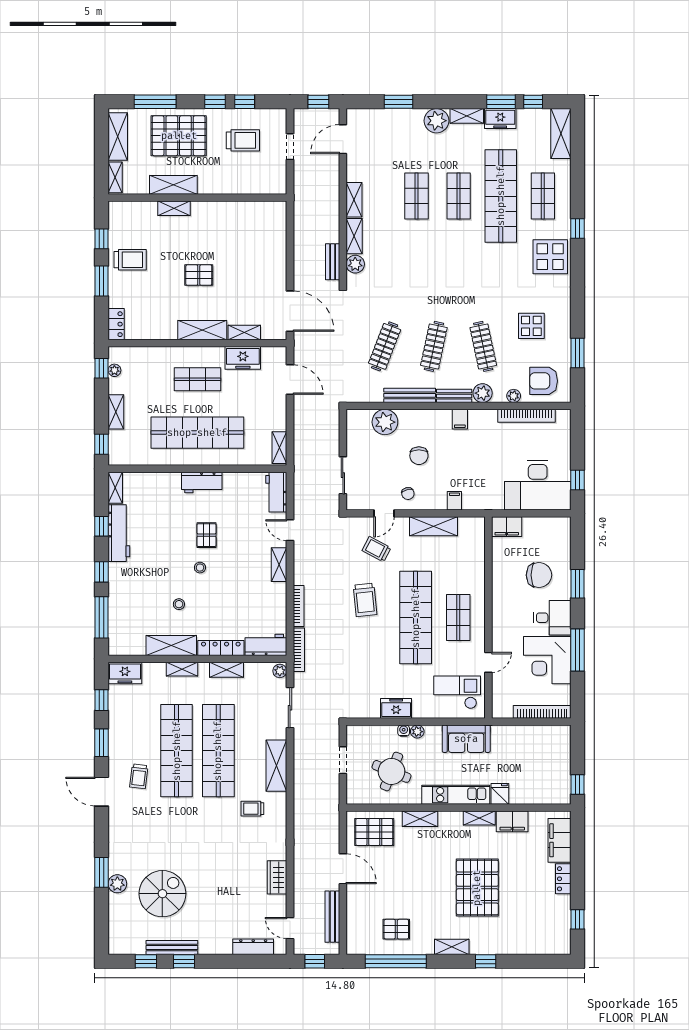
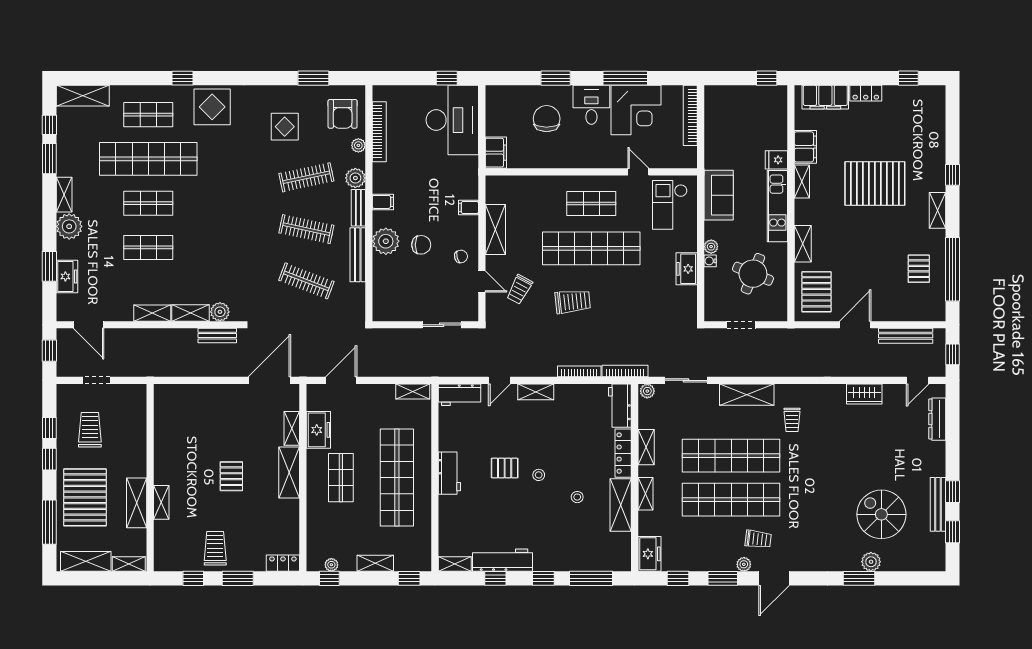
freezer: (500, 119) -> (67, 276), moved
plant: (385, 422) -> (386, 241), moved
plant: (115, 763) -> (744, 564), added

